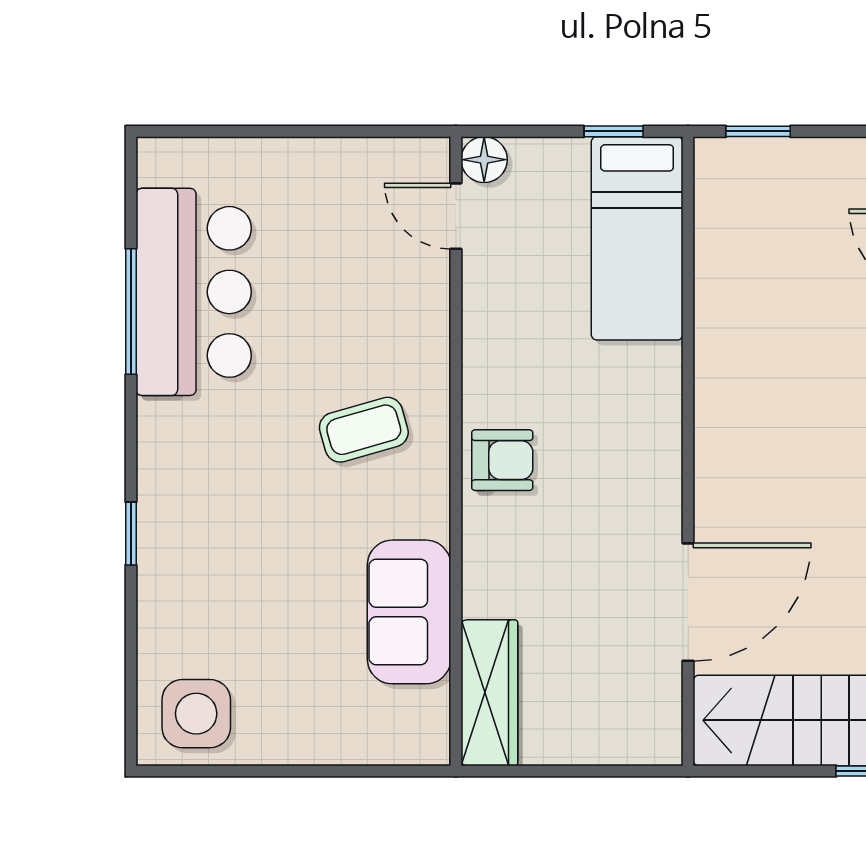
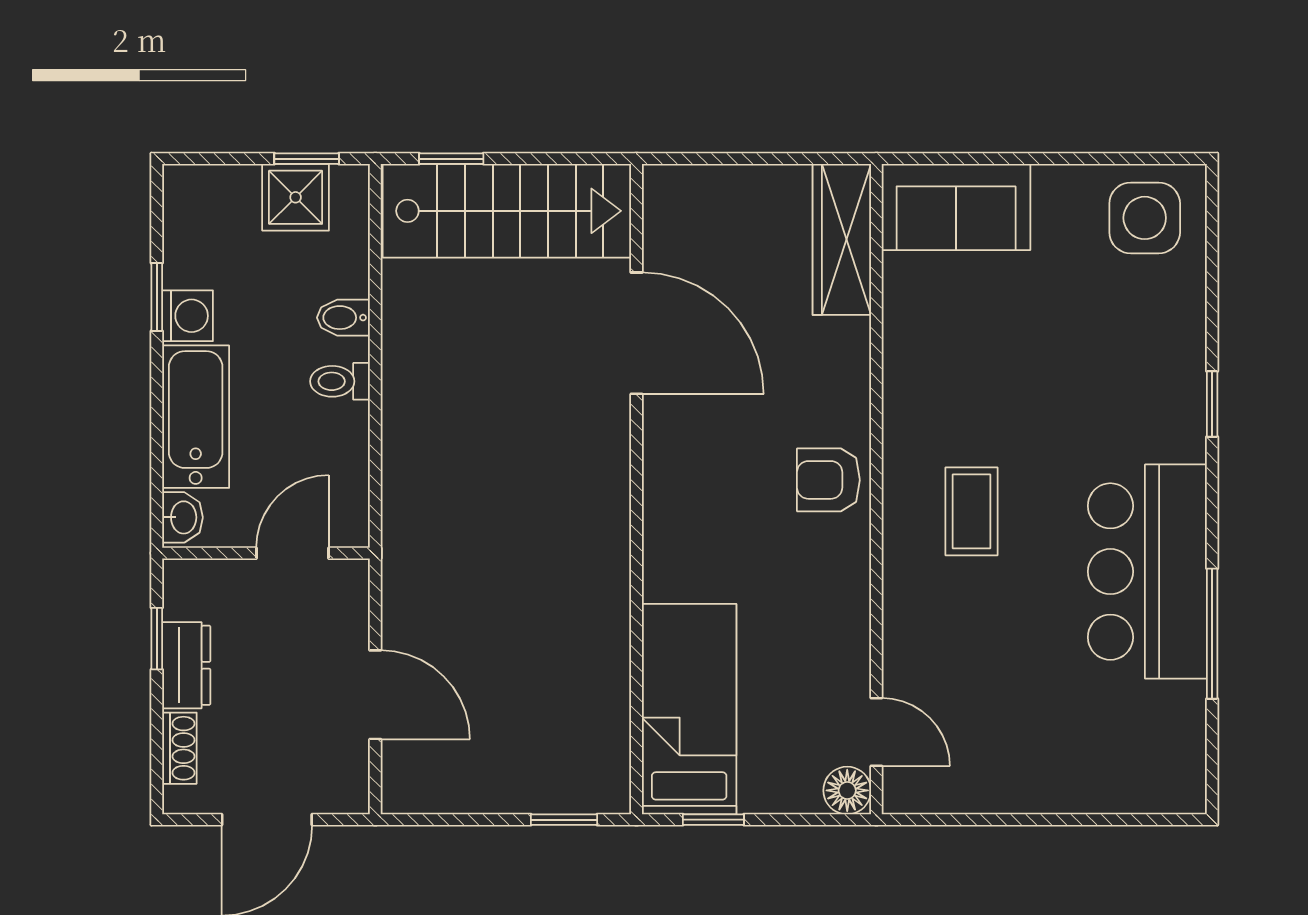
bar counter: (194, 292) -> (1147, 572), moved
coffee table: (364, 430) -> (972, 511), turned -74
door: (688, 602) -> (636, 333), swing flipped
sofa: (409, 612) -> (956, 207), moved, turned 90

